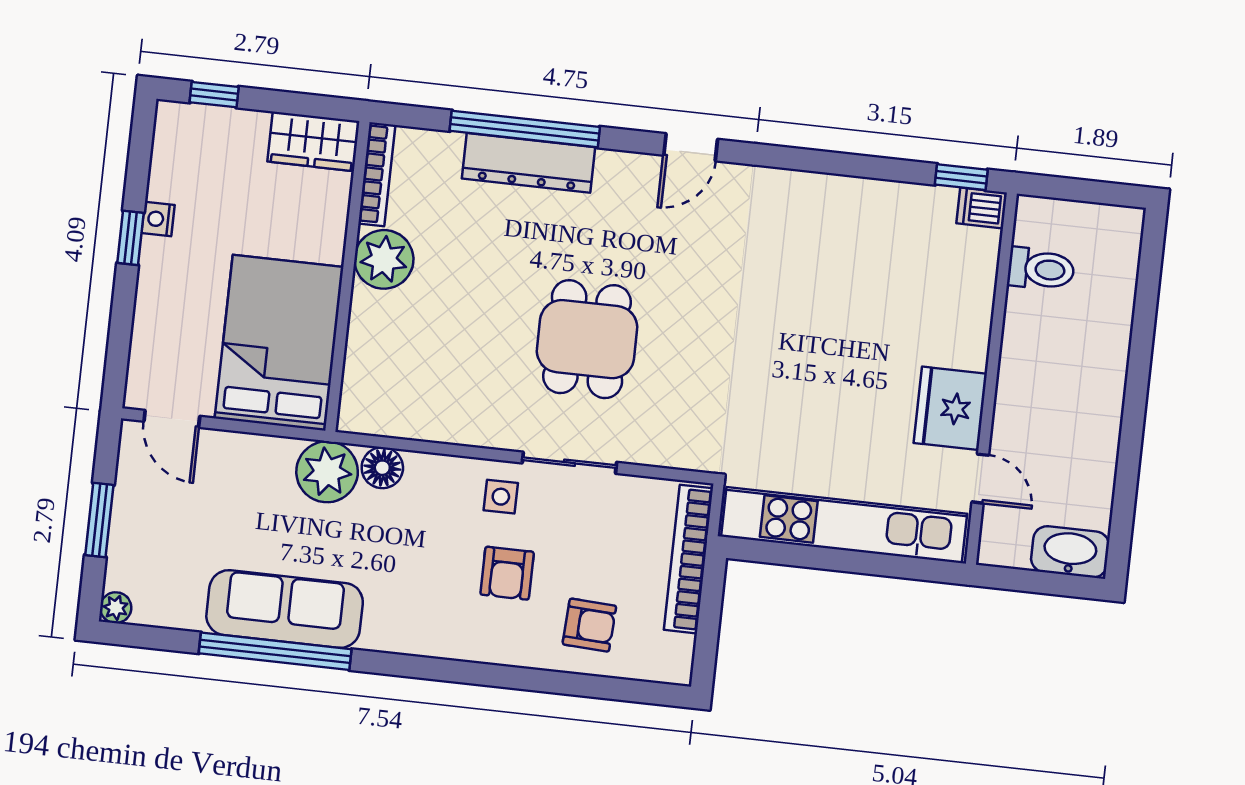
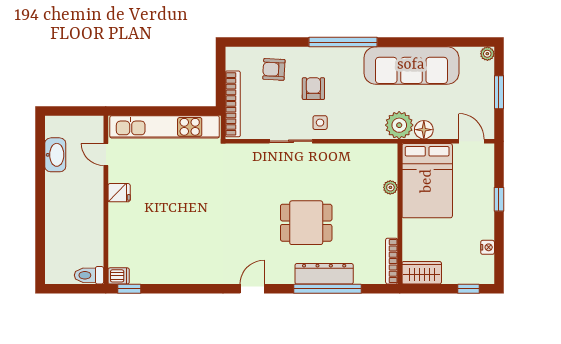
nightstand: (158, 219) -> (488, 247), moved
window: (131, 238) -> (499, 199), moved
plant: (384, 259) -> (390, 187), moved, width x0.53, depth x0.53
toilet: (1041, 269) -> (89, 275), moved
dining table: (587, 339) -> (306, 223), moved, turned 90
fridge: (950, 408) -> (119, 193), width x0.53, depth x0.75
floor lamp: (382, 468) -> (424, 130), moved
washbasin: (1070, 552) -> (55, 155), moved, turned -90
sofa: (285, 609) -> (411, 65), width x1.36, depth x1.27
window: (275, 651) -> (343, 42), moved

